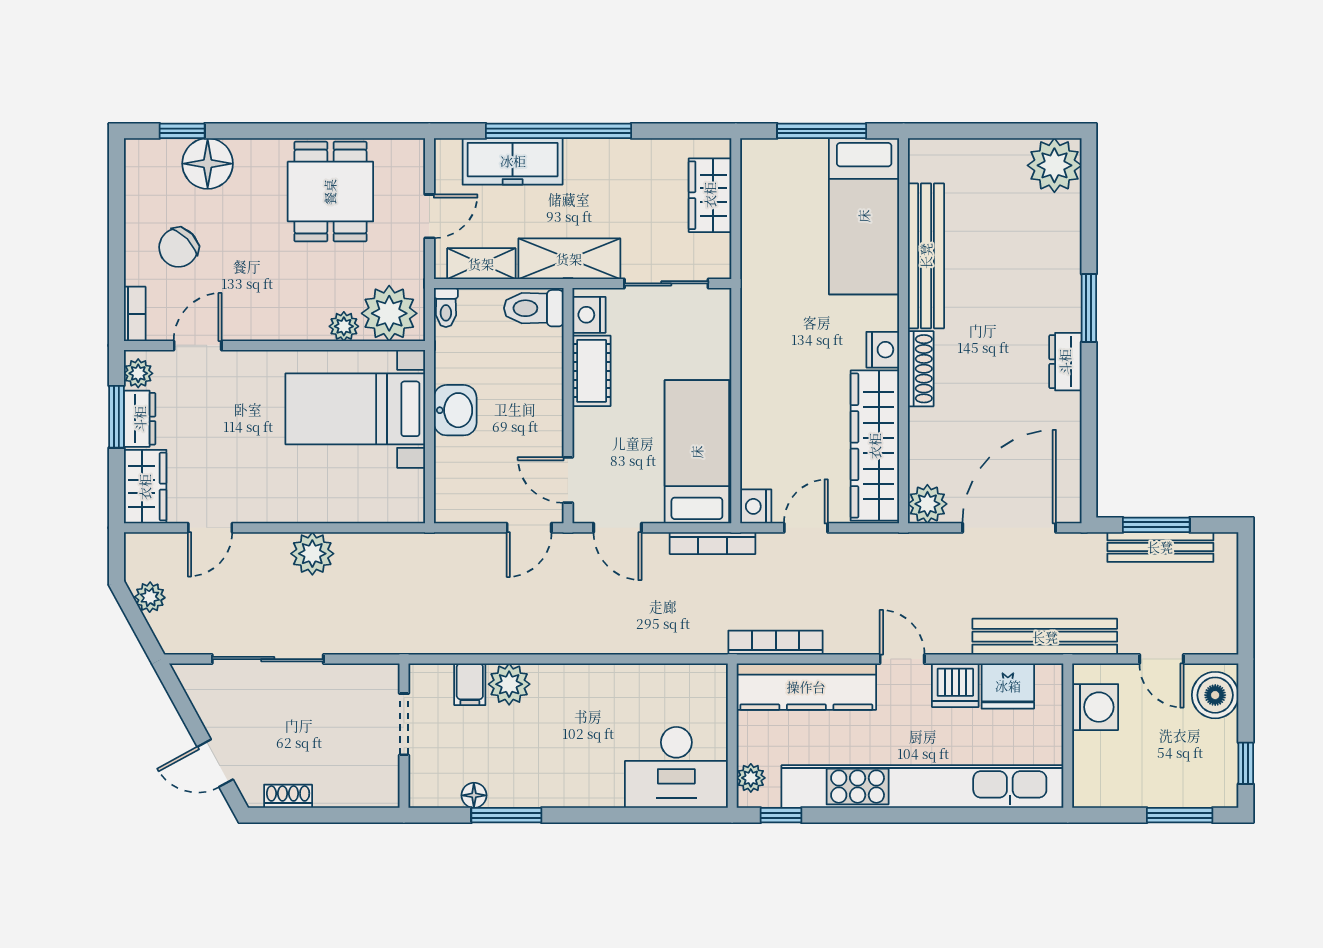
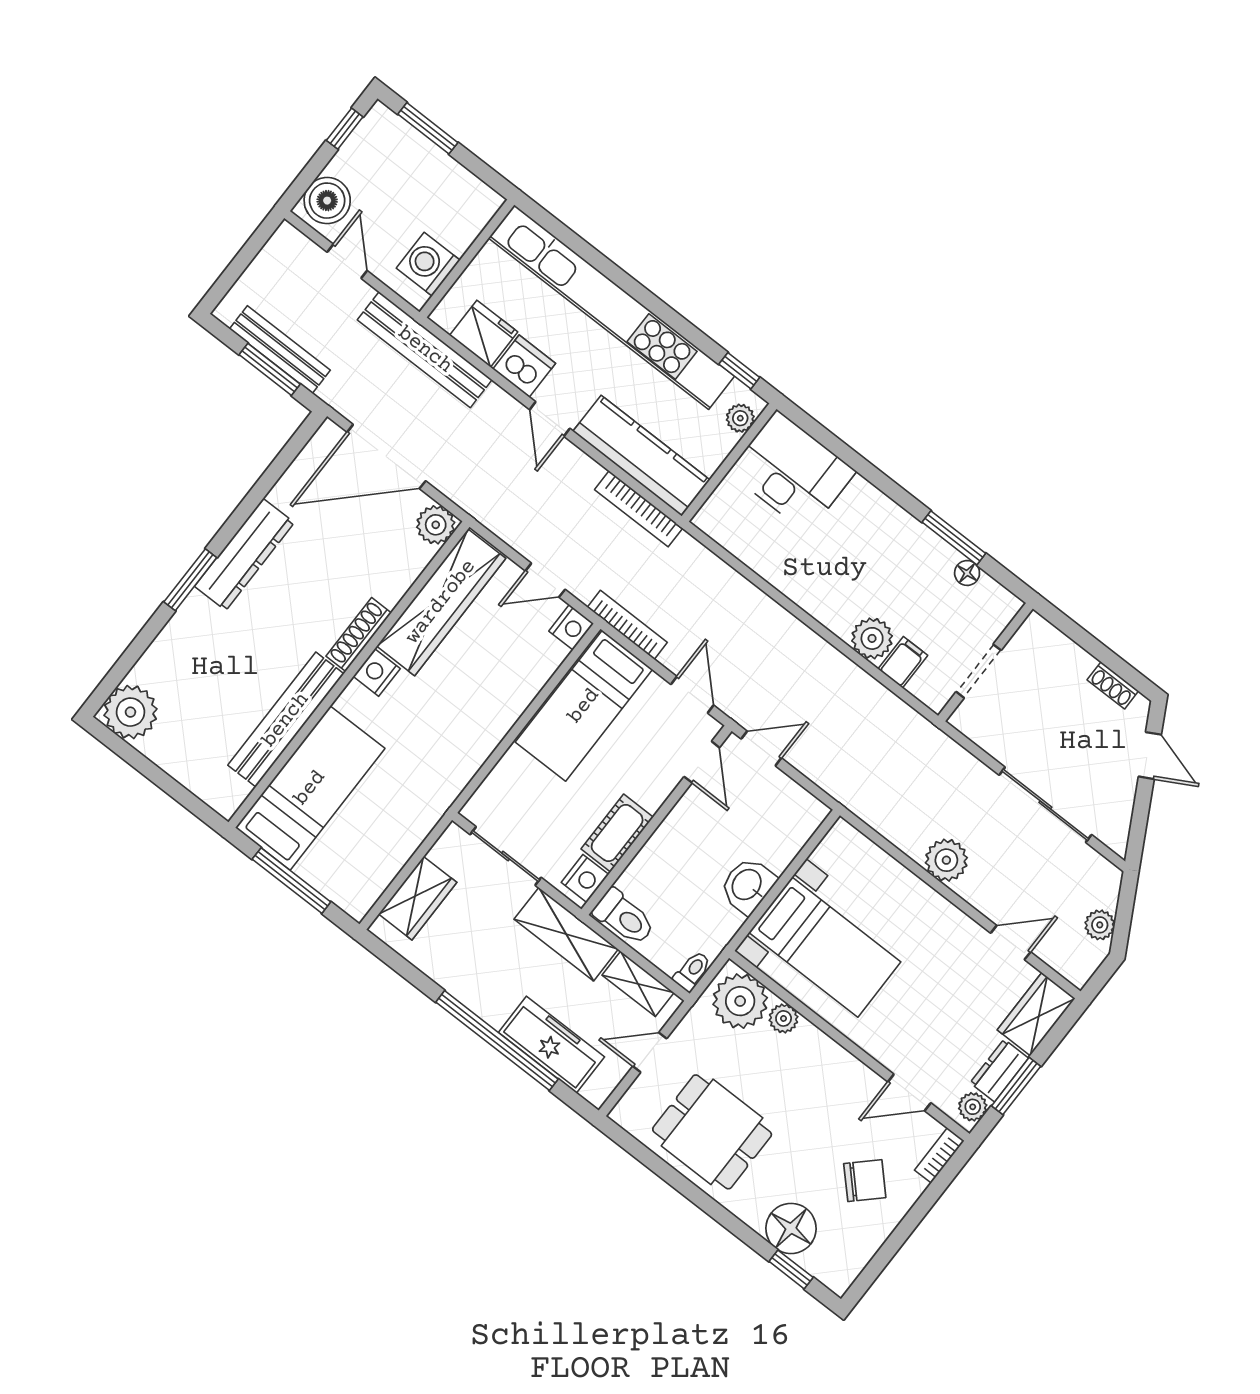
dining table: (330, 192) -> (712, 1132), turned 90
dresser: (1065, 362) -> (244, 554), width x1.96, depth x1.24

